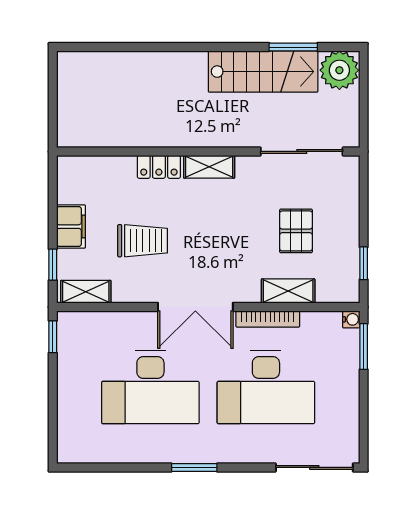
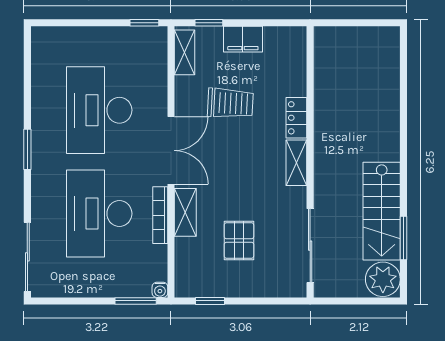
pallet: (296, 231) -> (239, 240), turned 90
trolley: (143, 241) -> (230, 103), turned -87
shelving: (288, 291) -> (185, 212), moved
double door: (195, 307) -> (171, 150), swing flipped

